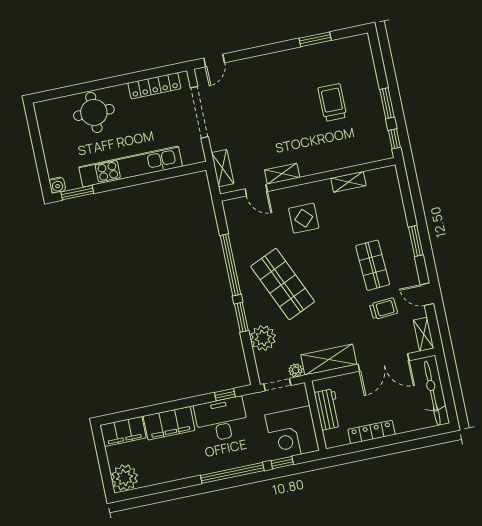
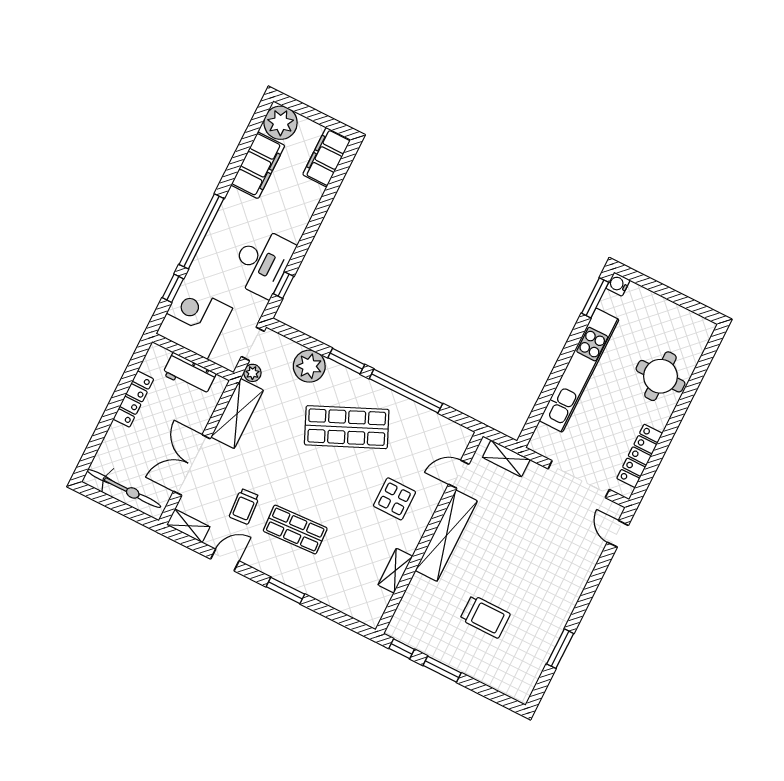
shelving: (282, 174) -> (446, 536), width x2.20, depth x1.33
filing cabinet: (169, 423) -> (258, 165), moved, turned 180

